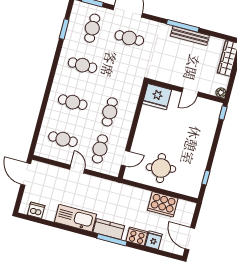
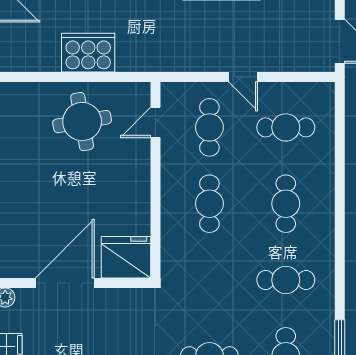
door: (190, 92) -> (65, 283), width x1.87
cafe table: (73, 102) -> (286, 204), turned 90
cooker: (163, 204) -> (88, 53), moved

